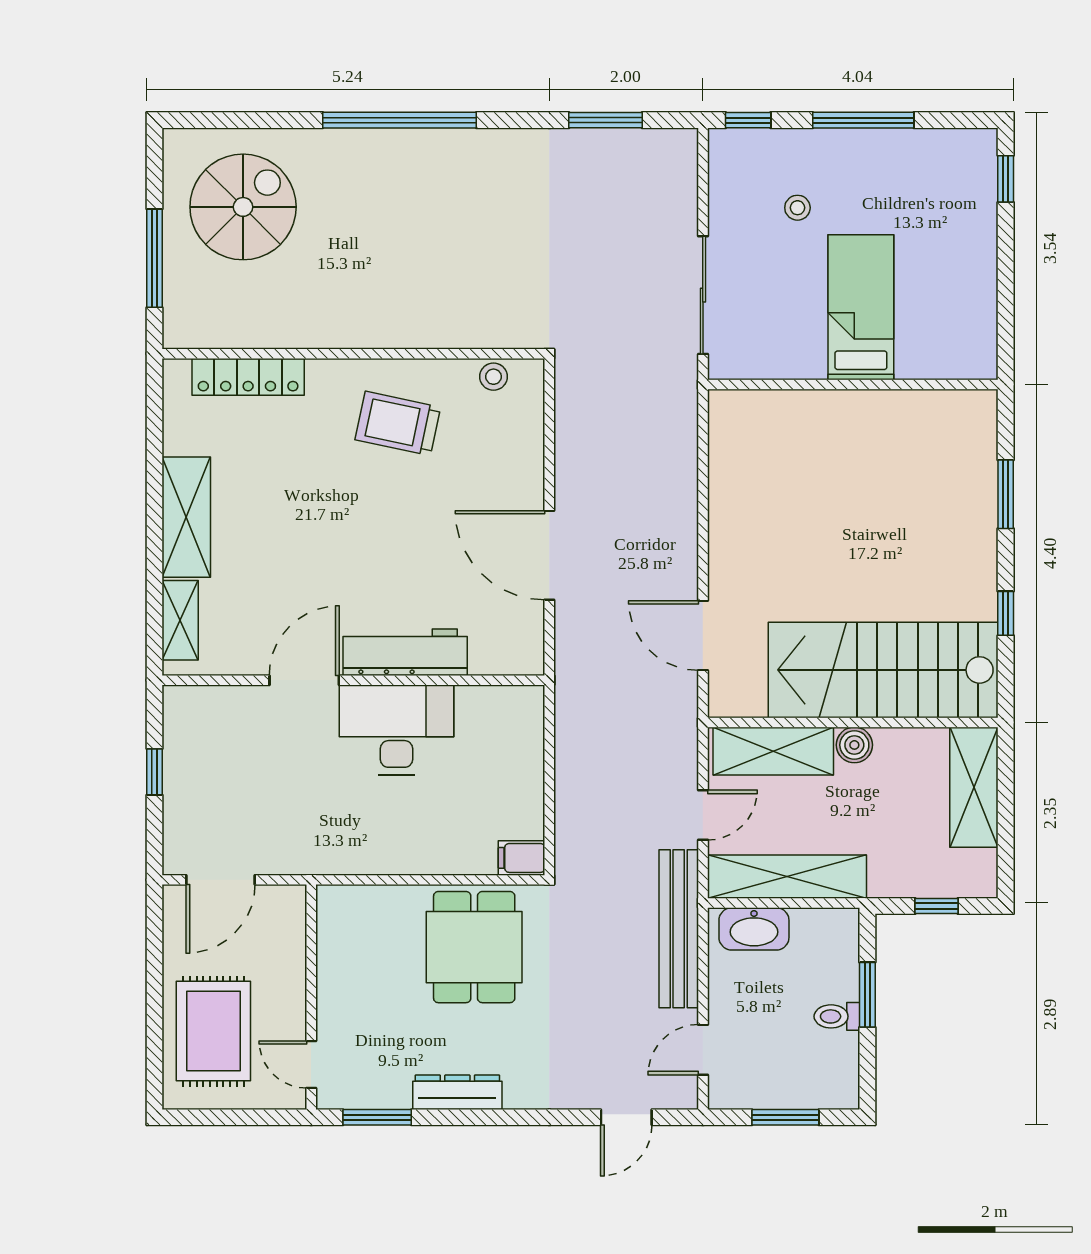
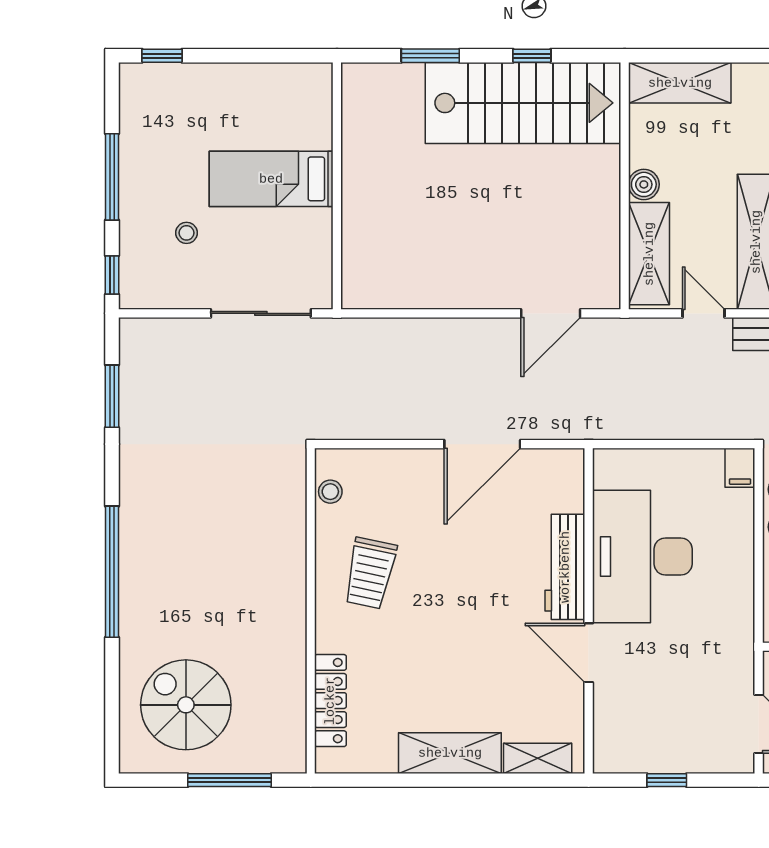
stairs: (883, 670) -> (523, 103), moved, turned -90
desk: (396, 730) -> (642, 556), width x1.36, depth x1.30

